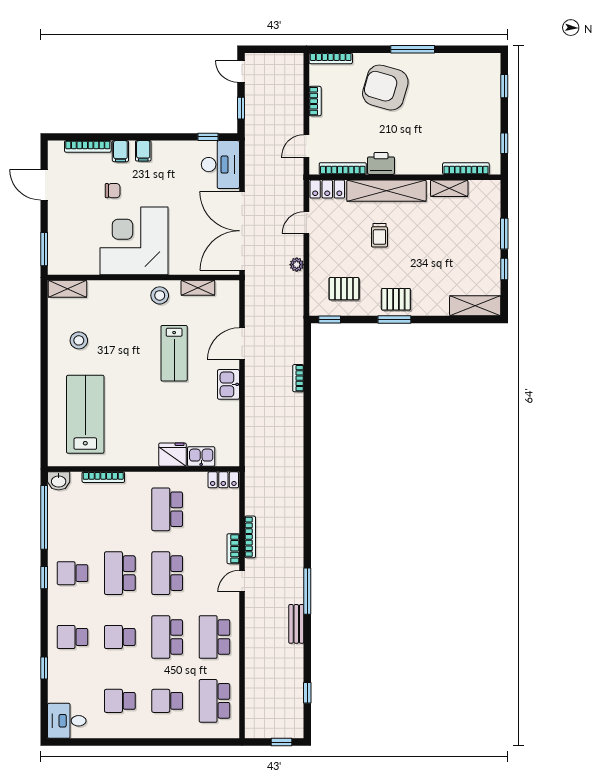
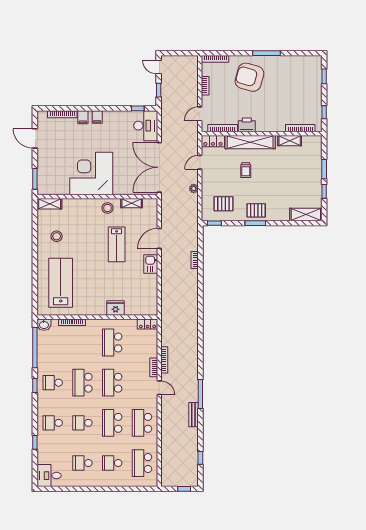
chair: (113, 191) -> (78, 142), removed
kitchen sink: (201, 456) -> (134, 309), removed
door: (242, 581) -> (159, 388), swing flipped

